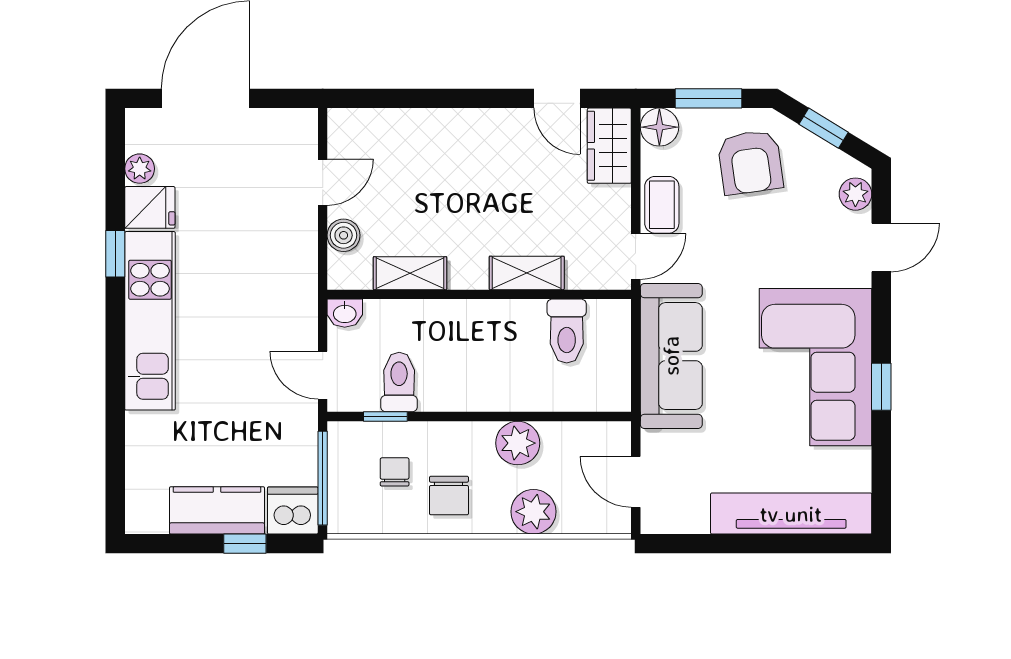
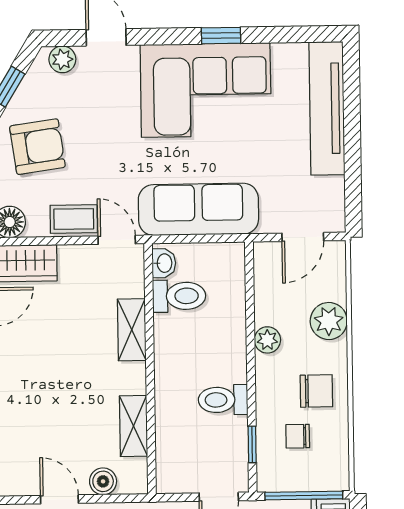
washbasin: (345, 313) -> (164, 263), moved
toilet: (399, 382) -> (223, 400), moved
plant: (518, 443) -> (267, 340), width x0.73, depth x0.73

